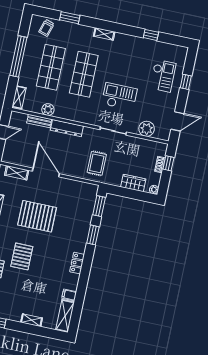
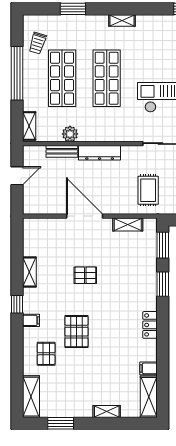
trolley: (46, 28) -> (38, 43), moved
shelving: (17, 173) -> (128, 224), moved
pallet: (37, 216) -> (85, 275), width x0.49, depth x0.50

